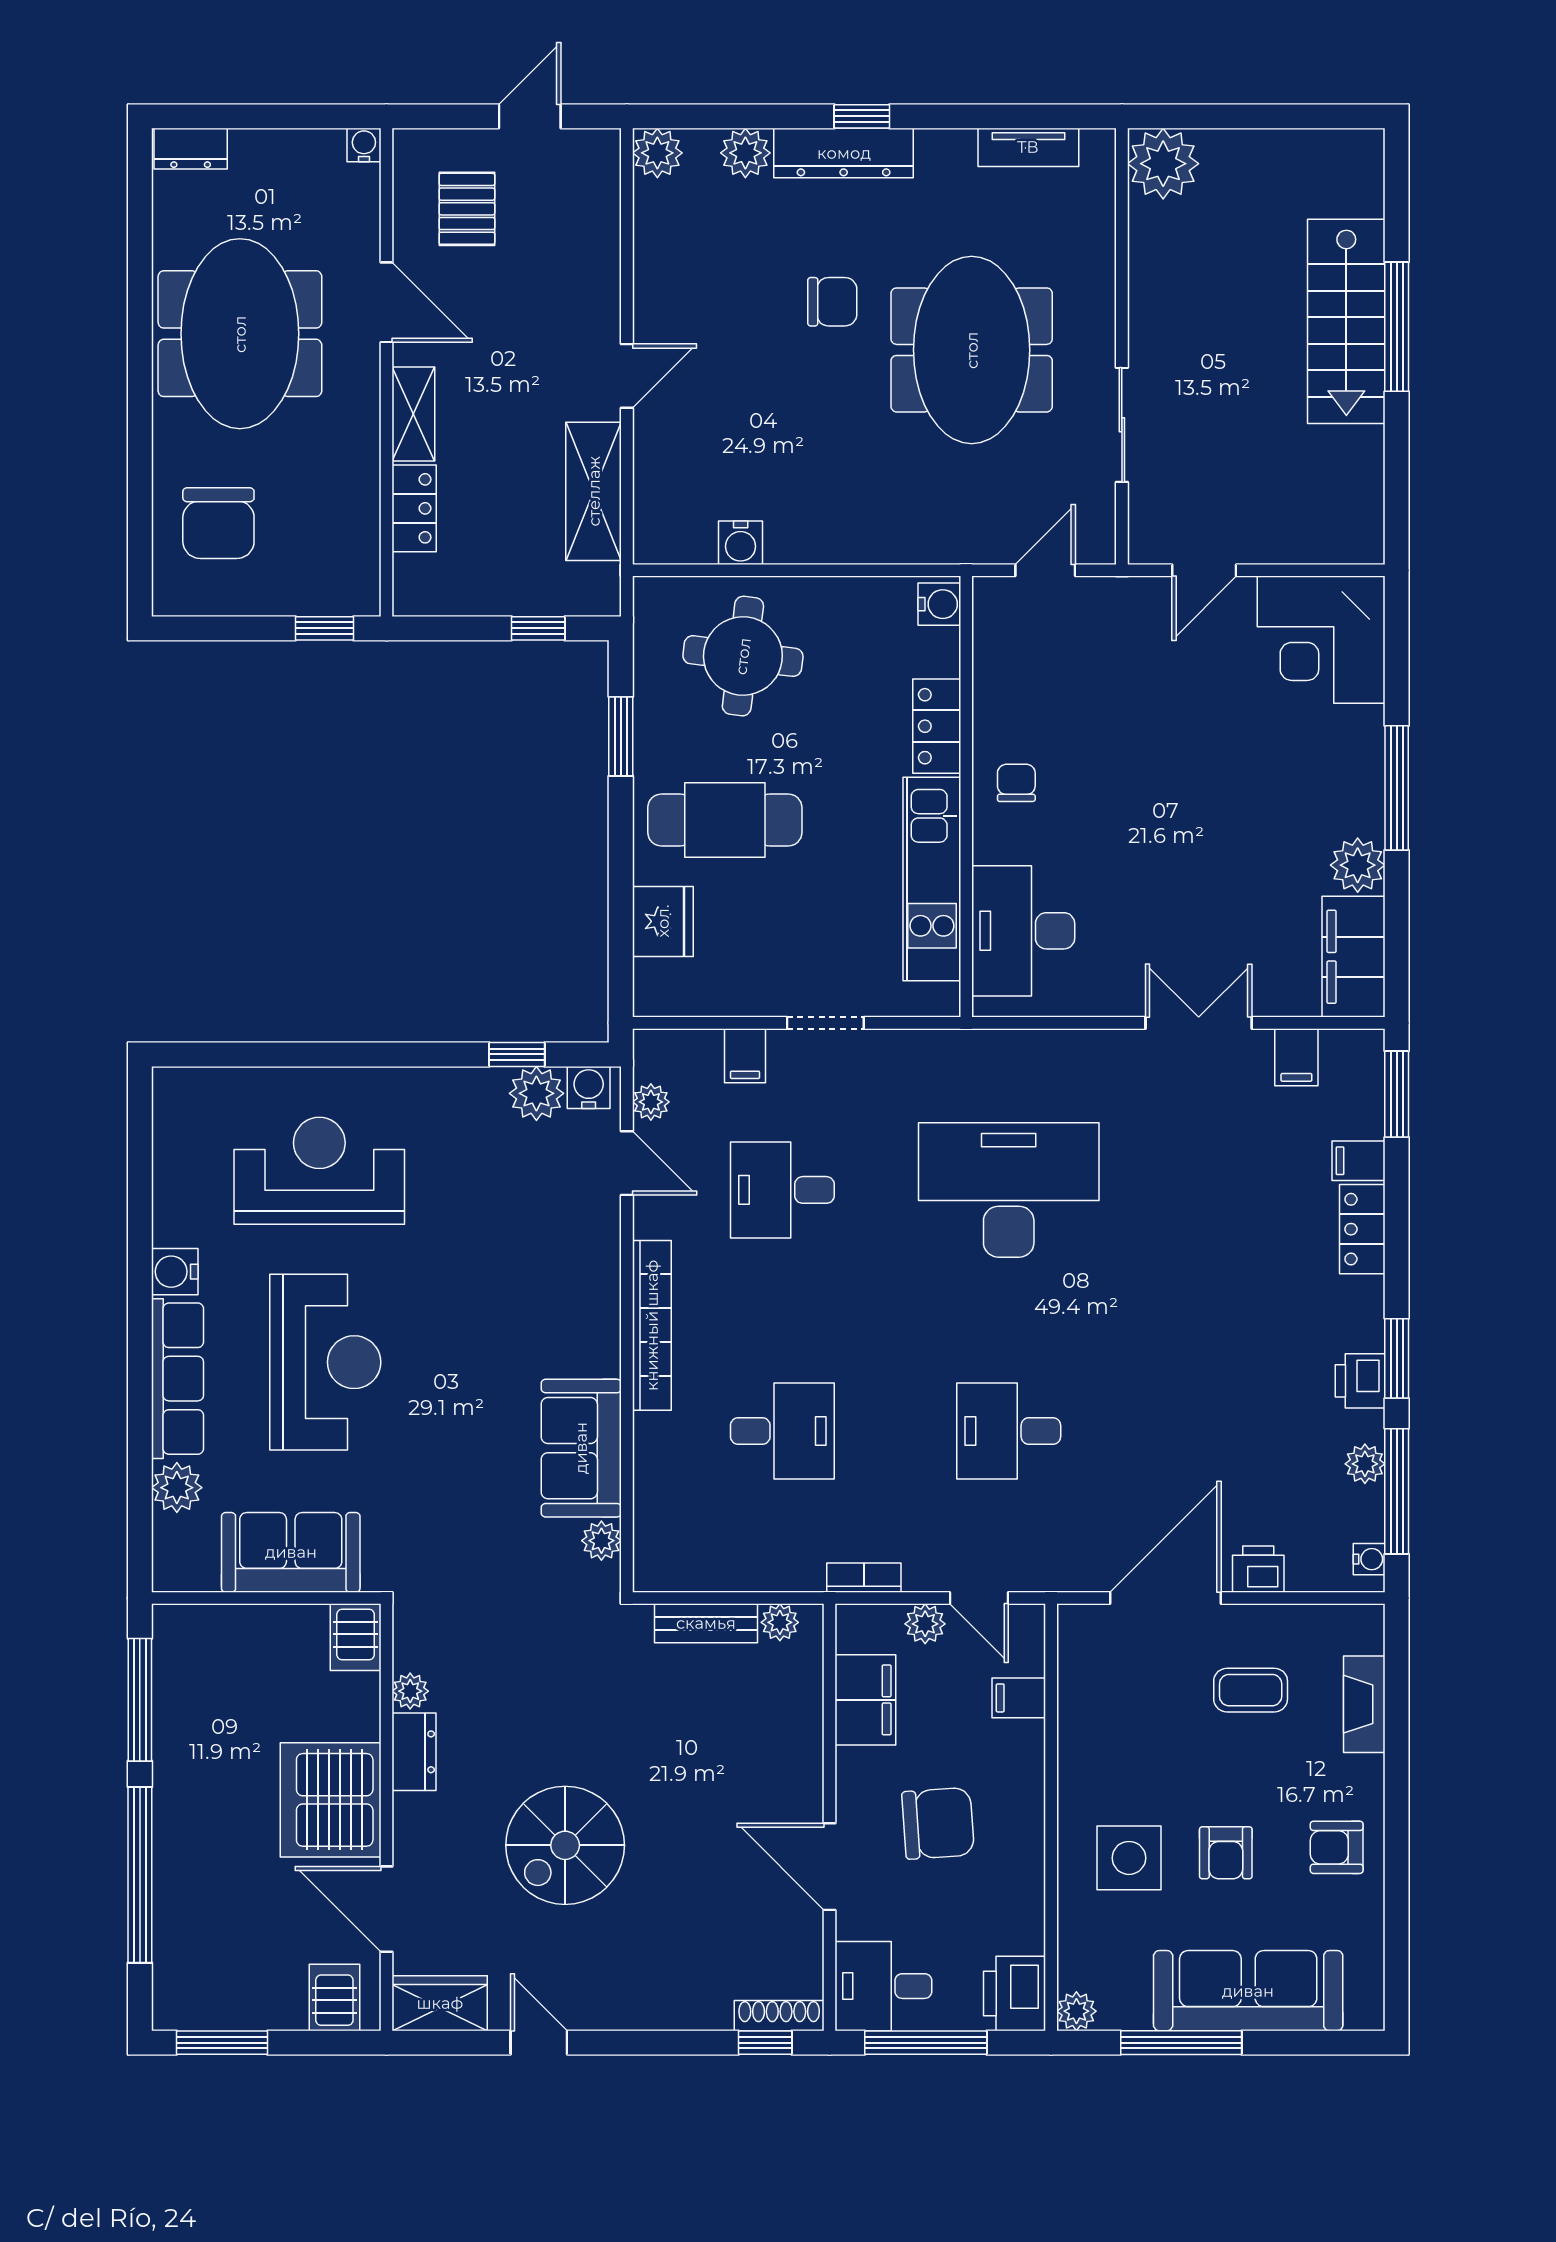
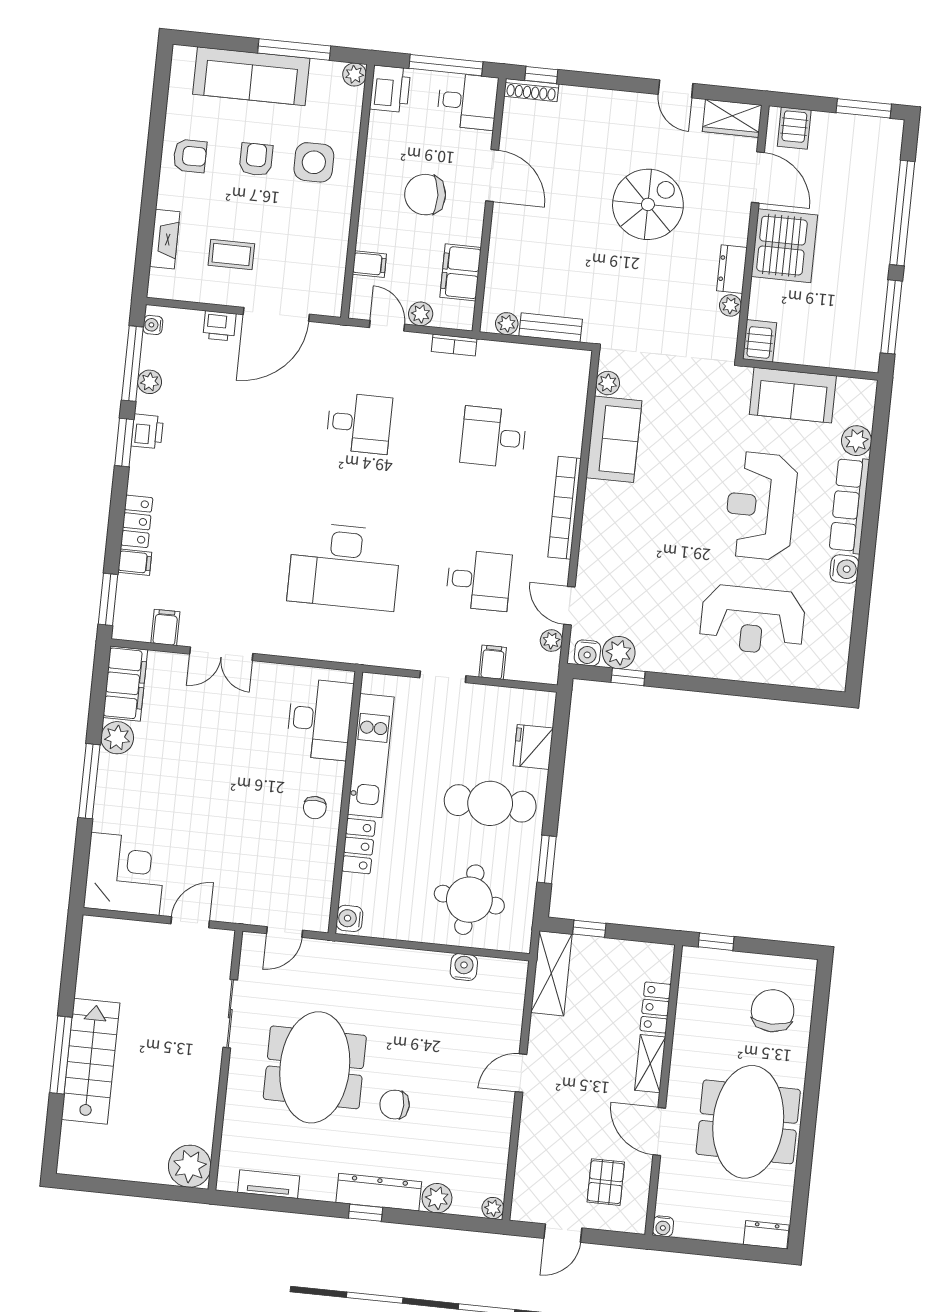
plant: (657, 153) -> (493, 1208), width x0.73, depth x0.73
shelving: (594, 491) -> (551, 973), moved

